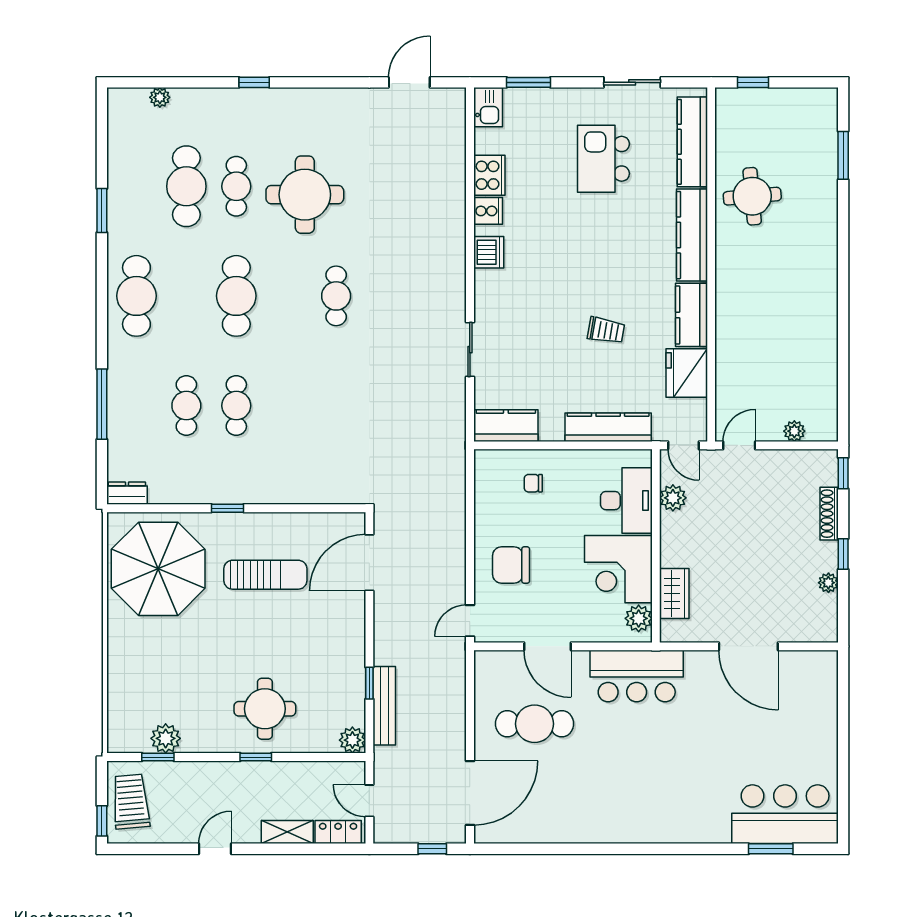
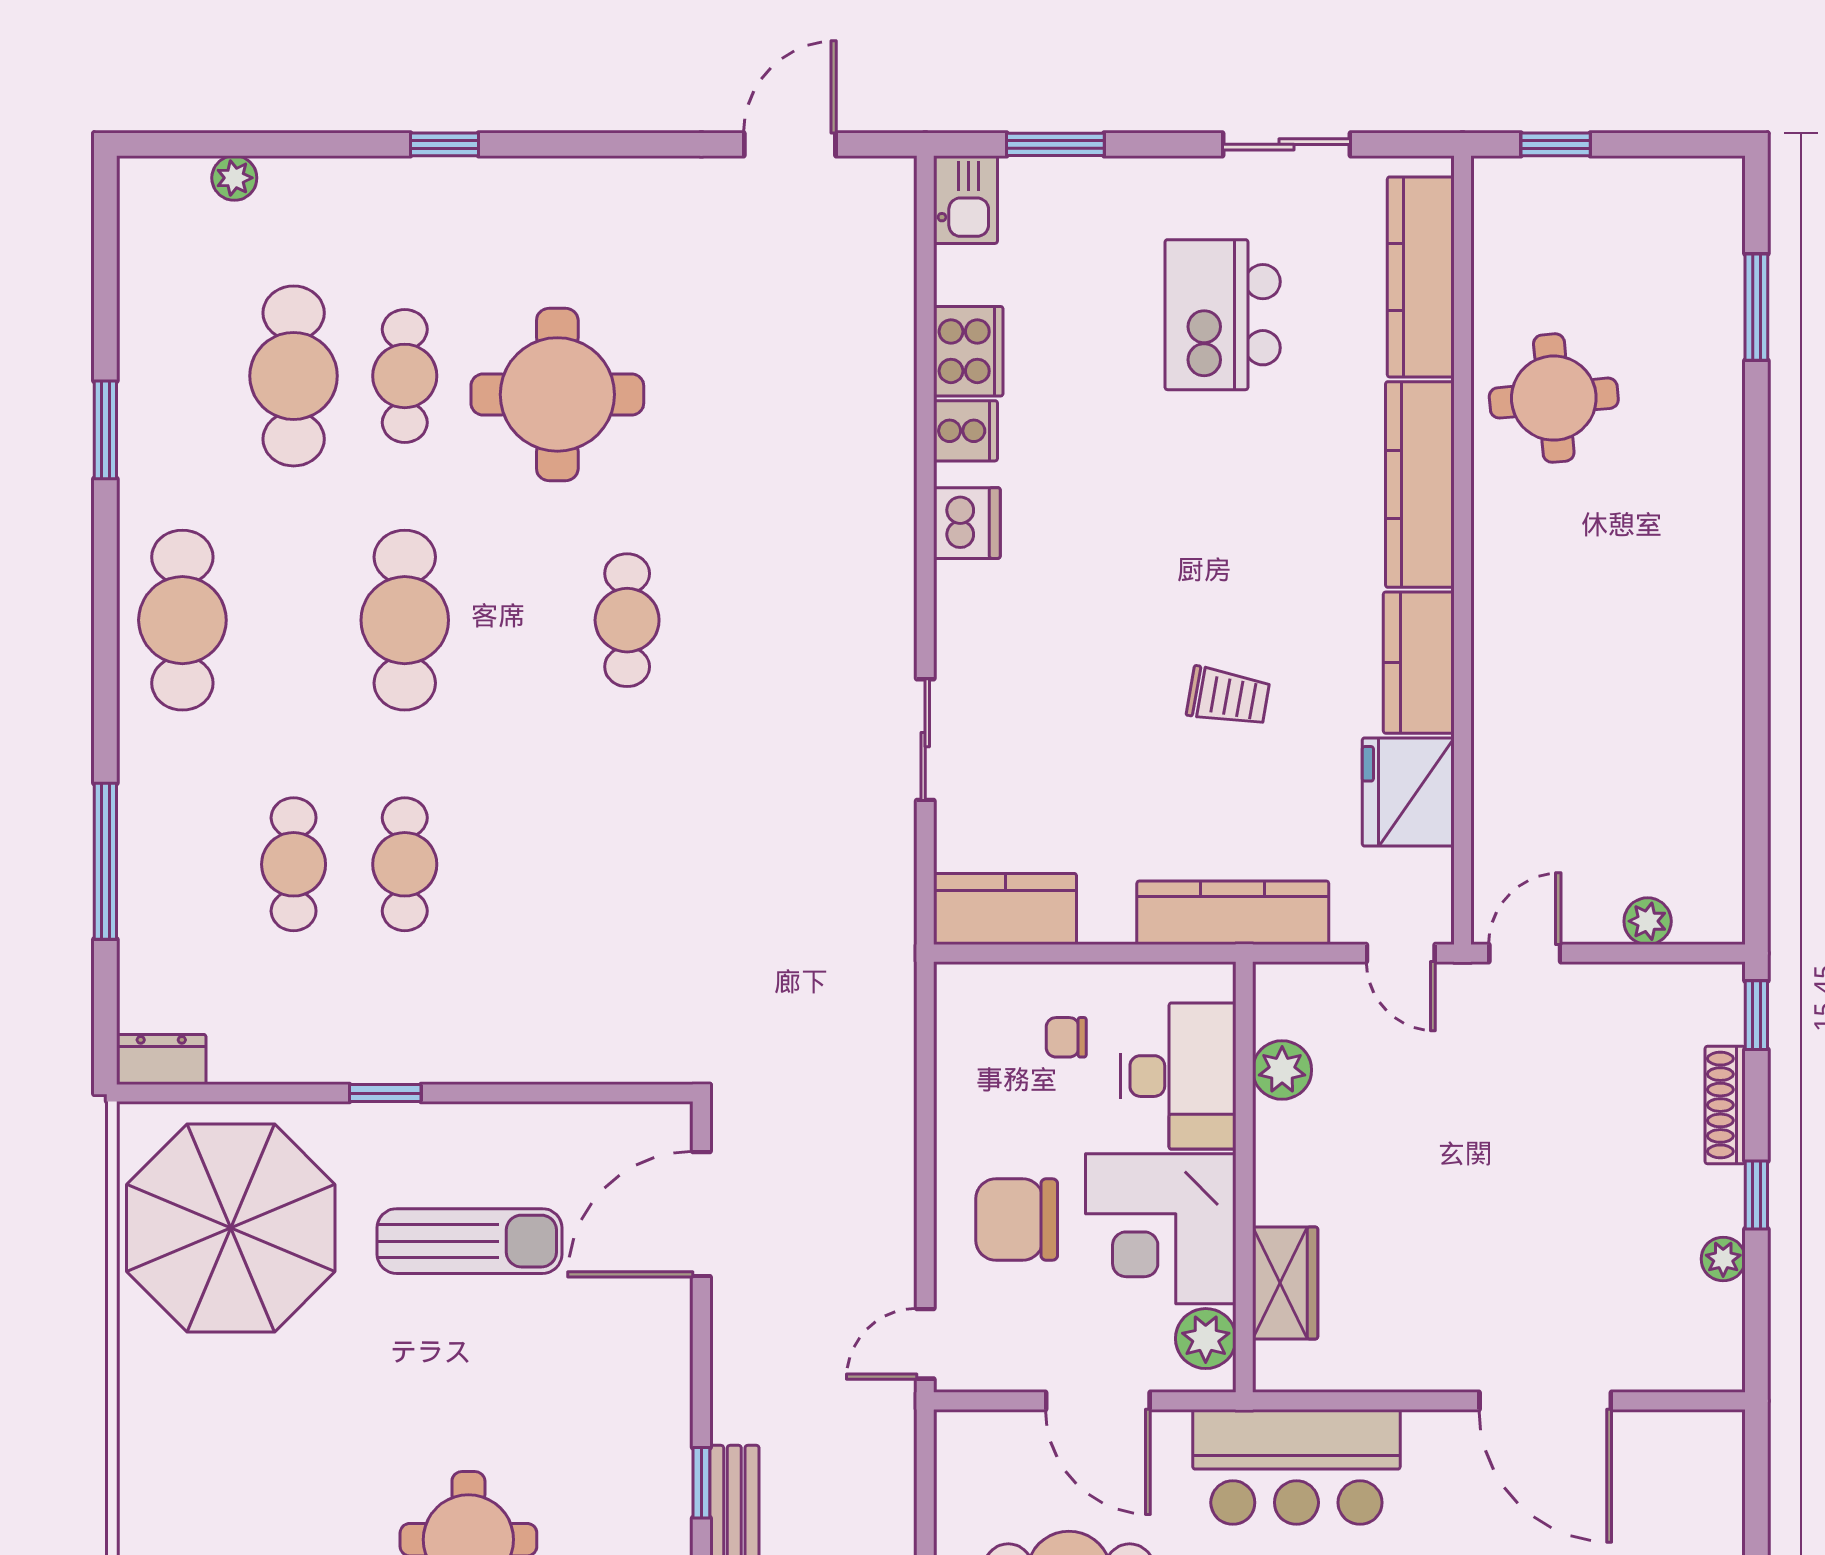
plant: (673, 498) -> (1282, 1070), moved
desk: (626, 501) -> (1178, 1076), moved
wall: (656, 546) -> (1244, 1177), moved
corner desk: (618, 569) -> (1161, 1229), moved
wardrobe: (674, 594) -> (1285, 1283), moved
plant: (639, 618) -> (1206, 1339), moved

